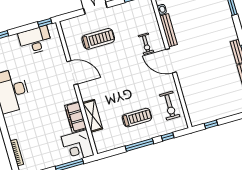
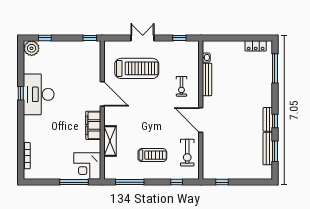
treadmill: (98, 39) -> (137, 68), width x1.37, depth x1.38
desk: (35, 40) -> (75, 52), removed
door: (171, 61) -> (201, 120), moved
filing cabinet: (76, 117) -> (93, 125), moved
window: (139, 145) -> (130, 182), moved

